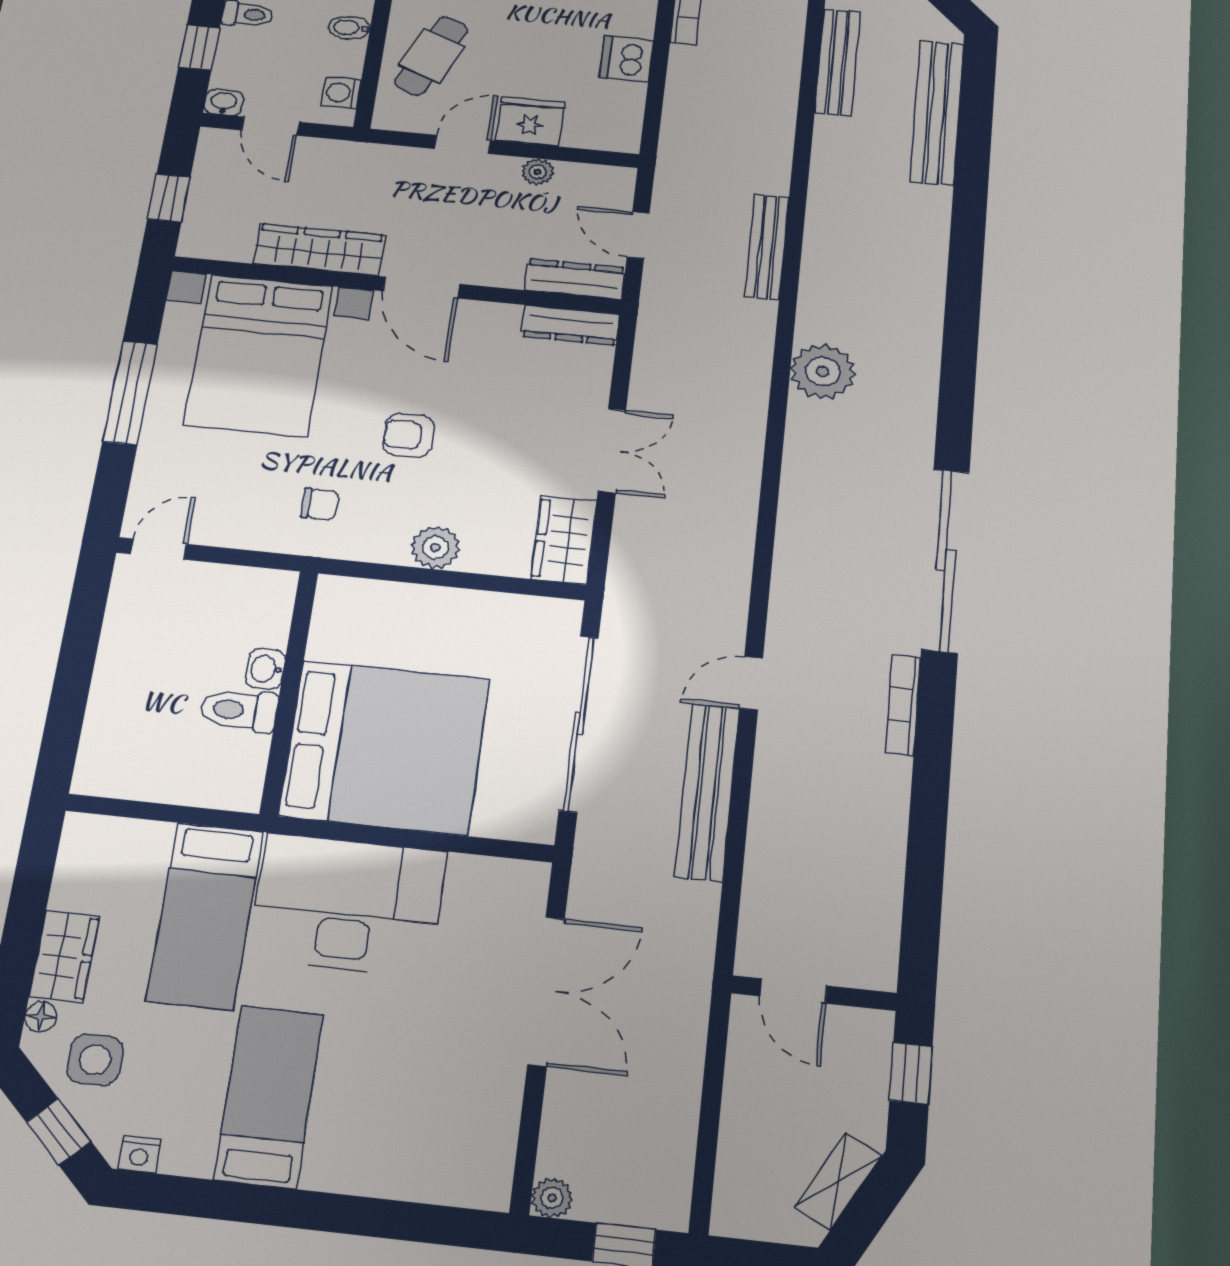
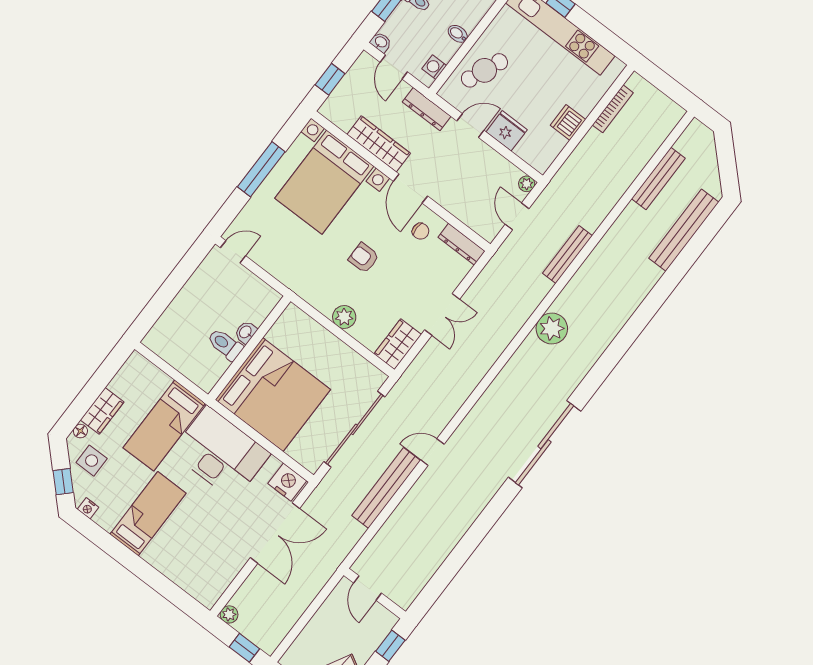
plant: (538, 172) -> (527, 184), moved
dresser: (575, 279) -> (427, 109), moved, turned 180
chair: (320, 504) -> (421, 231), moved
bookcase: (903, 705) -> (486, 497), removed
nightstand: (511, 886) -> (287, 482), added

